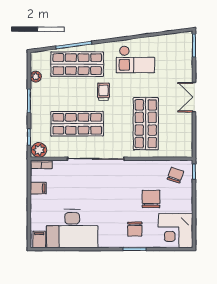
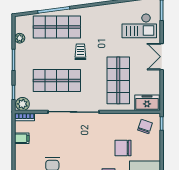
checkout: (135, 59) -> (139, 26), moved
freezer: (178, 149) -> (147, 103), added
chair: (151, 199) -> (123, 148), turned -90

